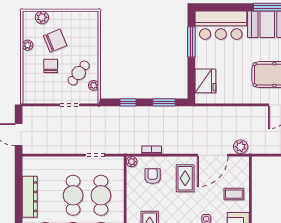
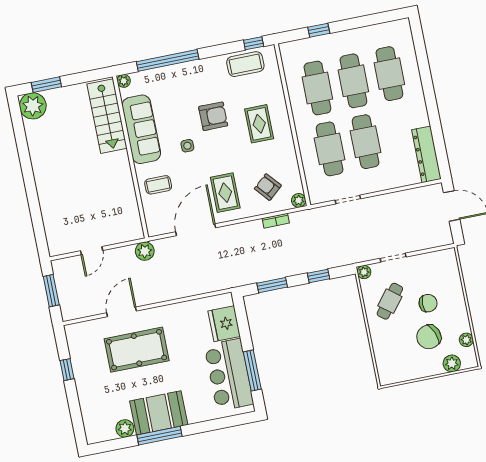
bar counter: (221, 25) -> (229, 375), moved, turned -90
plant: (28, 45) -> (466, 340), moved
chair: (51, 66) -> (428, 303), turned -90
plant: (94, 85) -> (364, 272), moved
plant: (241, 147) -> (145, 251), moved
armchair: (153, 176) -> (268, 187), turned 139
dresser: (30, 197) -> (426, 154), moved

